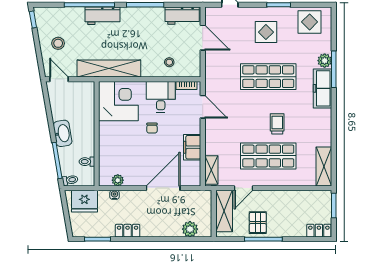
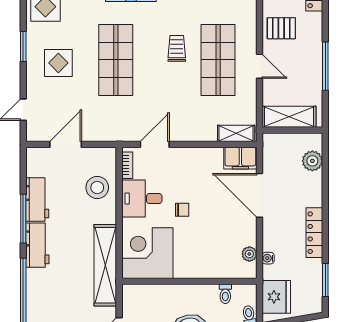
workbench: (102, 16) -> (37, 245), moved
workbench: (182, 16) -> (37, 200), moved
stool: (169, 62) -> (97, 188), width x1.89, depth x1.89
trolley: (277, 124) -> (177, 48), turned 90
filing cabinet: (192, 147) -> (240, 158), moved
door: (243, 188) -> (260, 66), moved
pallet: (258, 223) -> (281, 28), moved
locker: (128, 231) -> (314, 233), width x1.53

